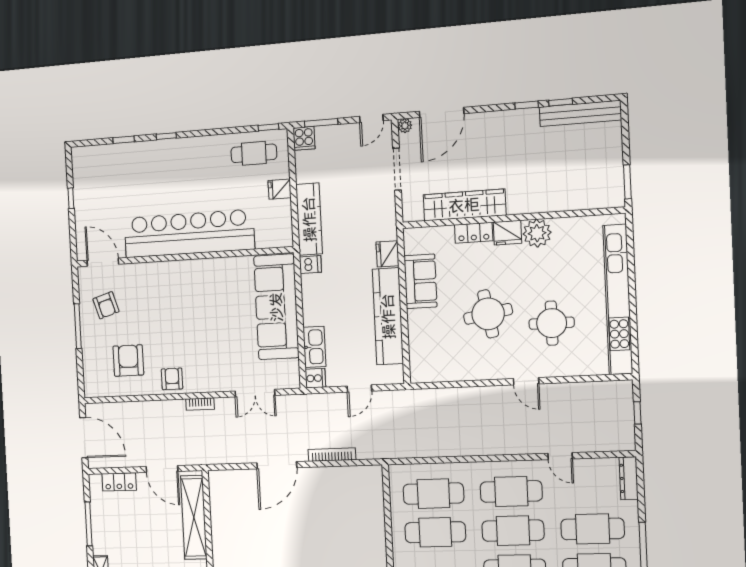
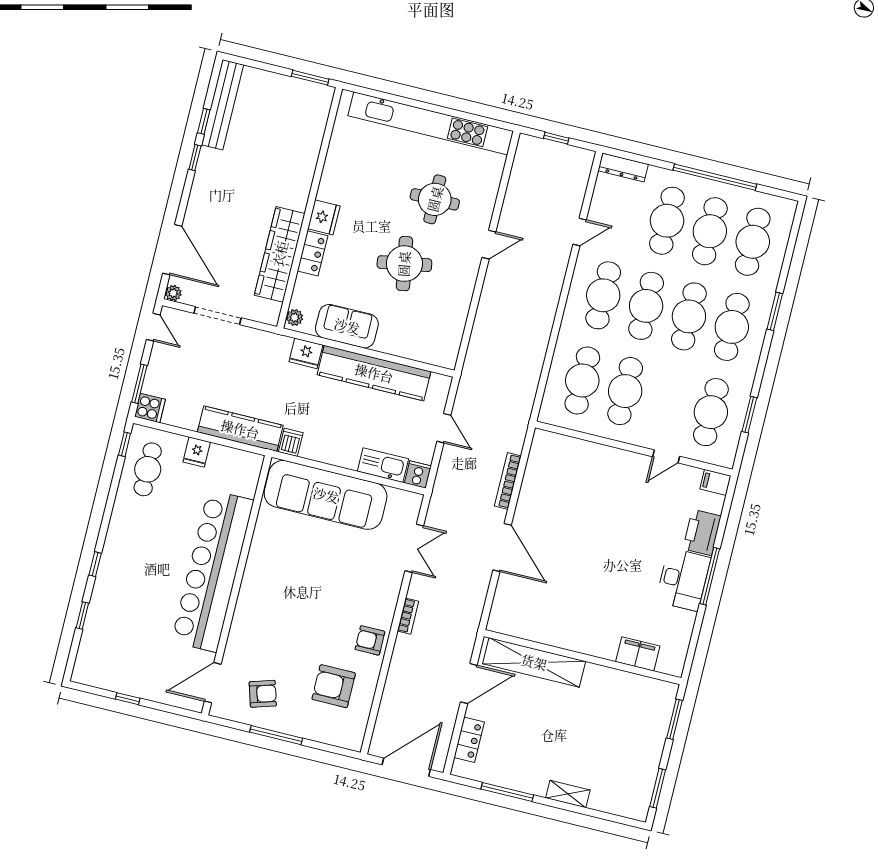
plant: (537, 233) -> (295, 318), moved, width x0.53, depth x0.53

